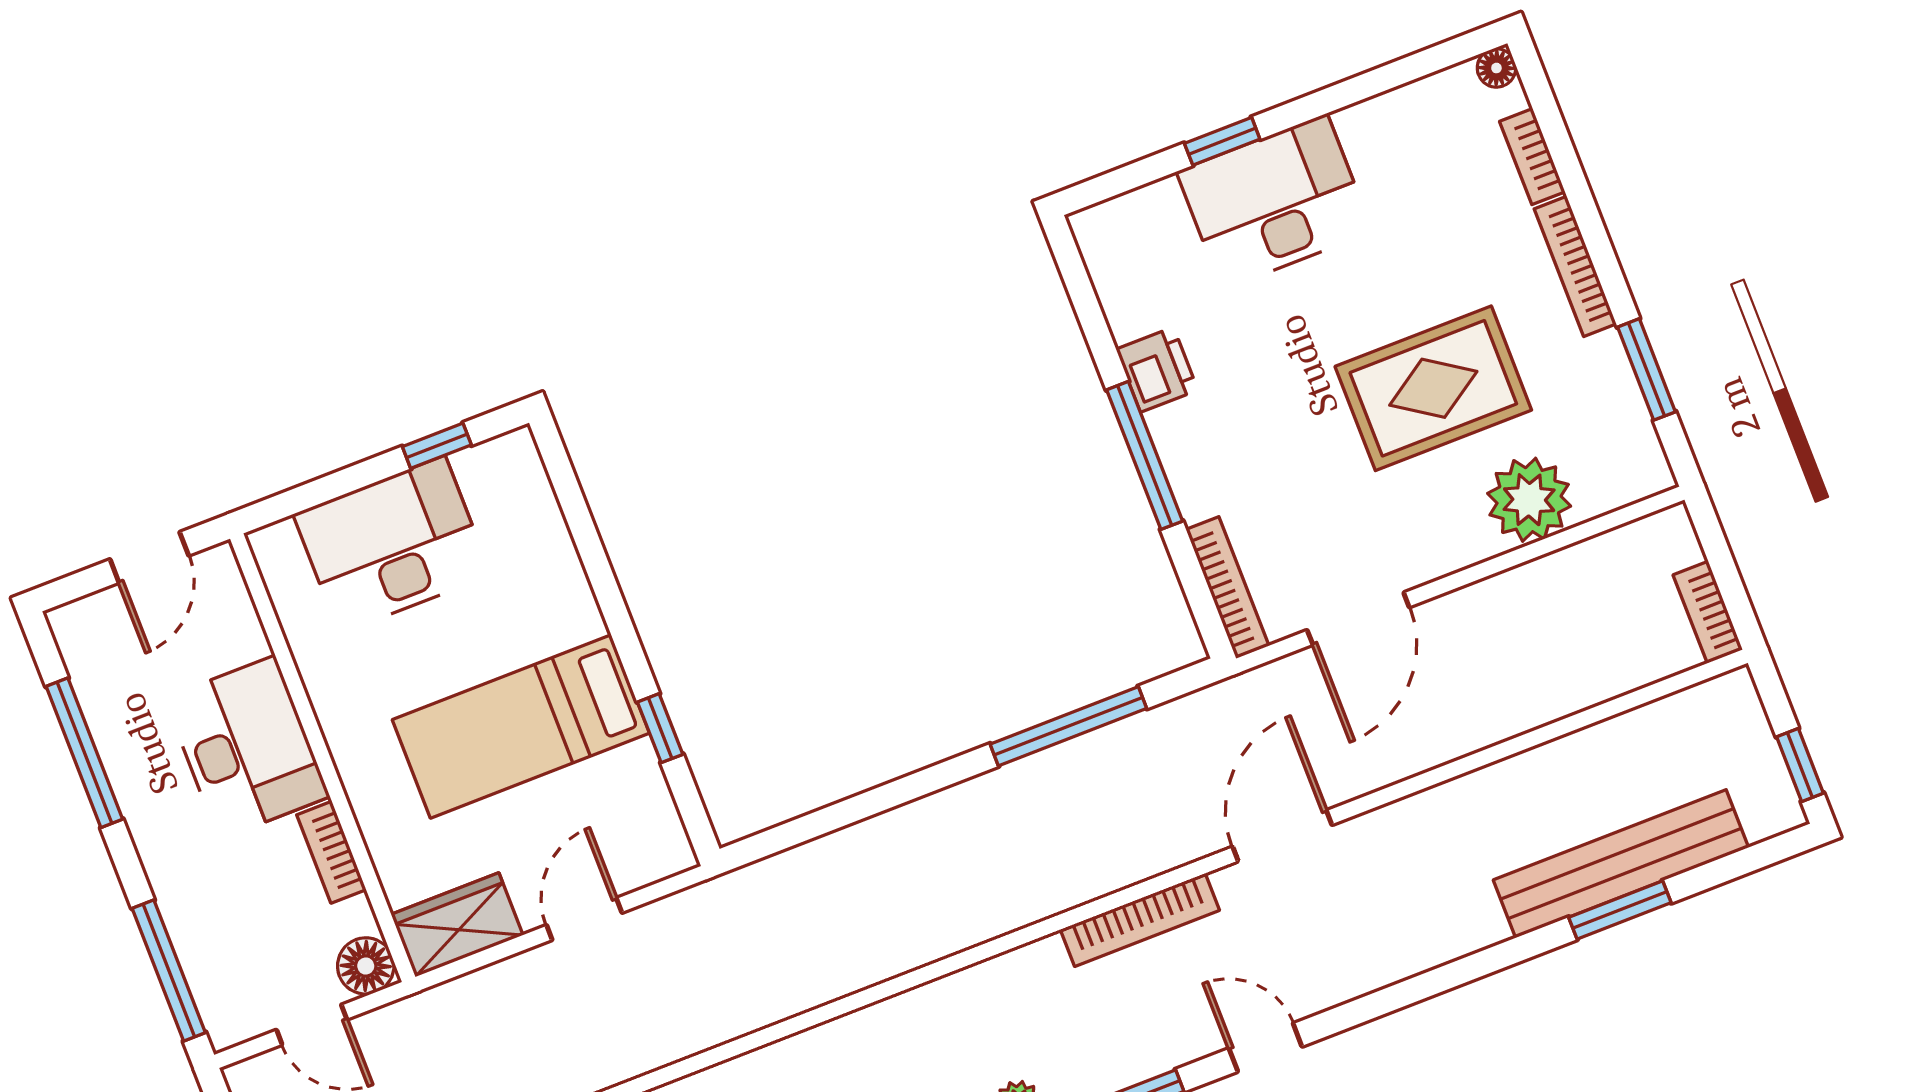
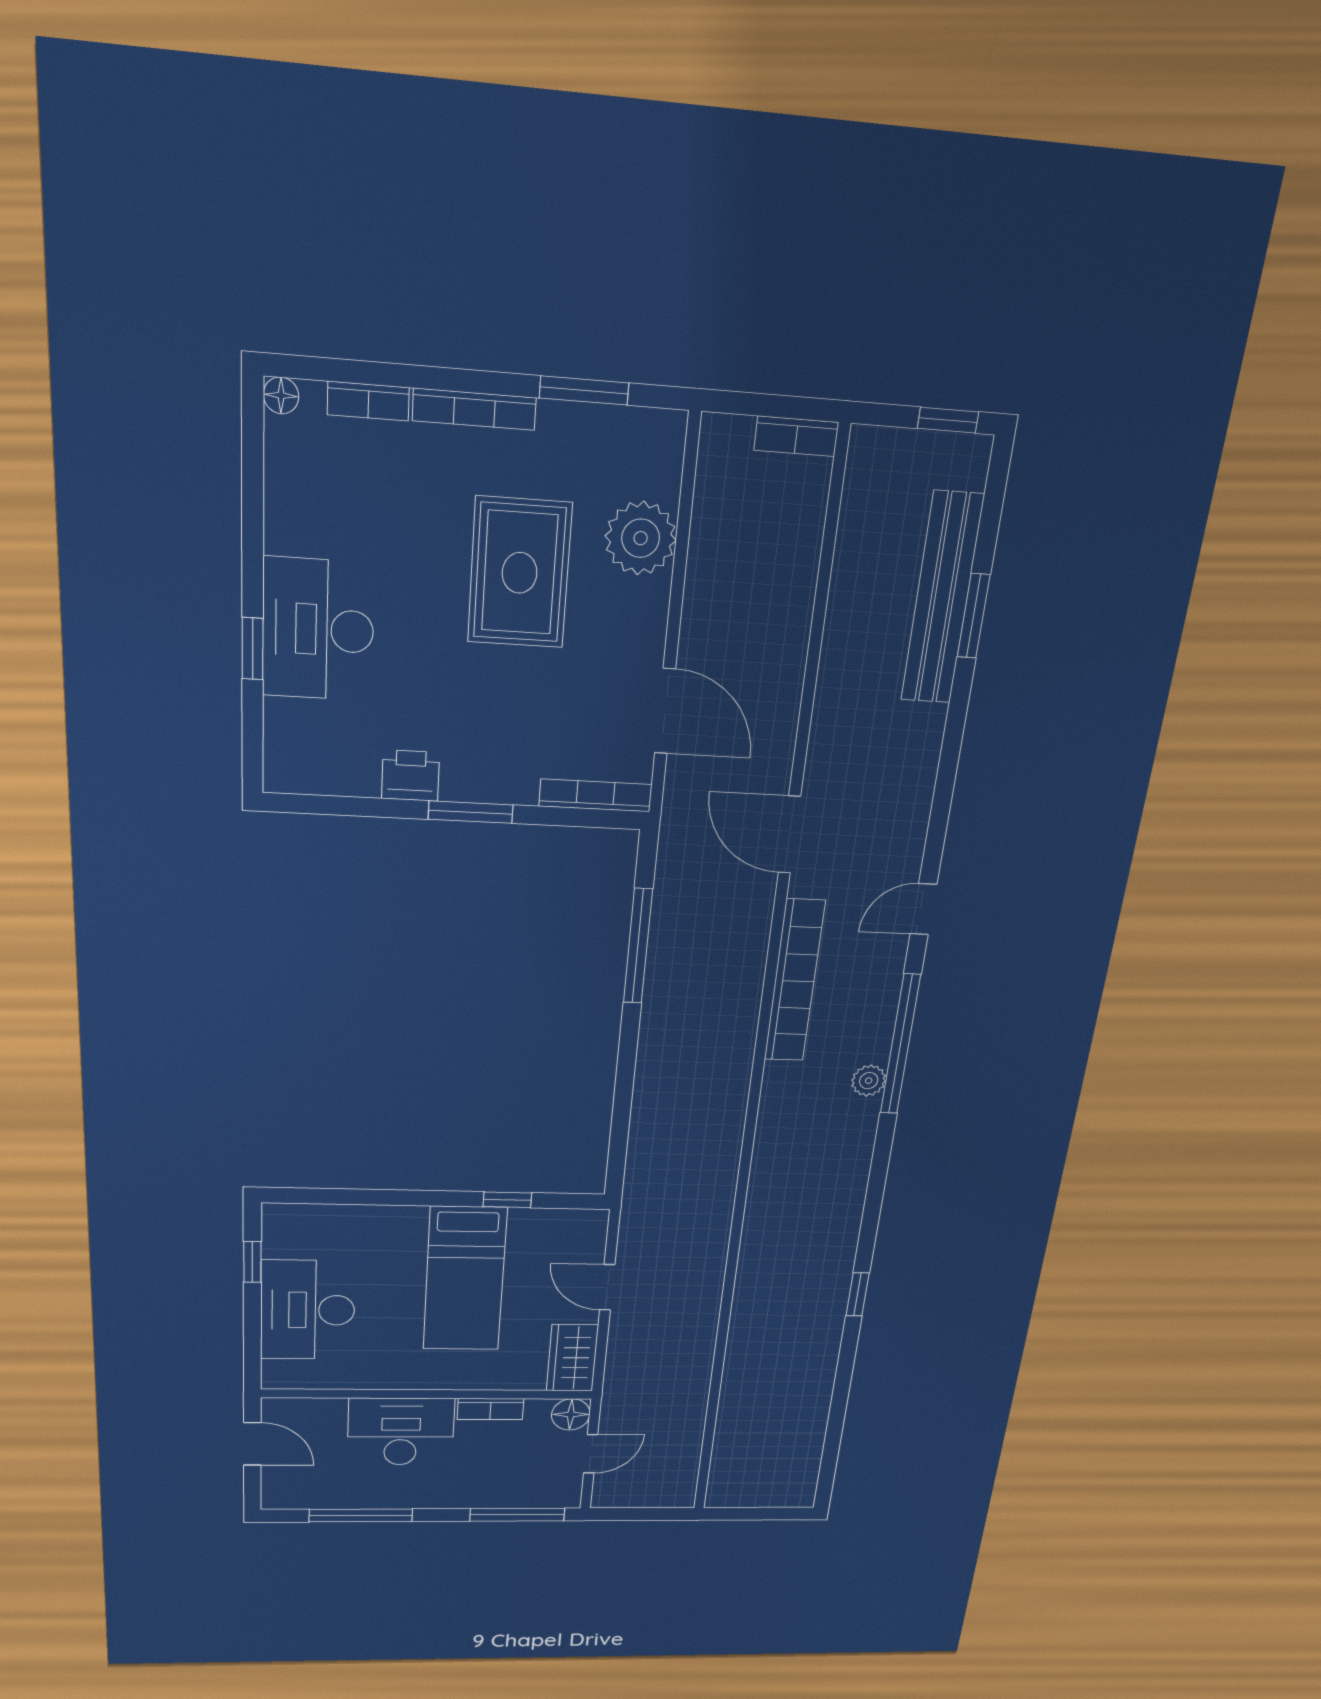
window: (1145, 455) -> (471, 812), width x0.69
bookcase: (1140, 920) -> (794, 981), width x1.48, depth x1.31

